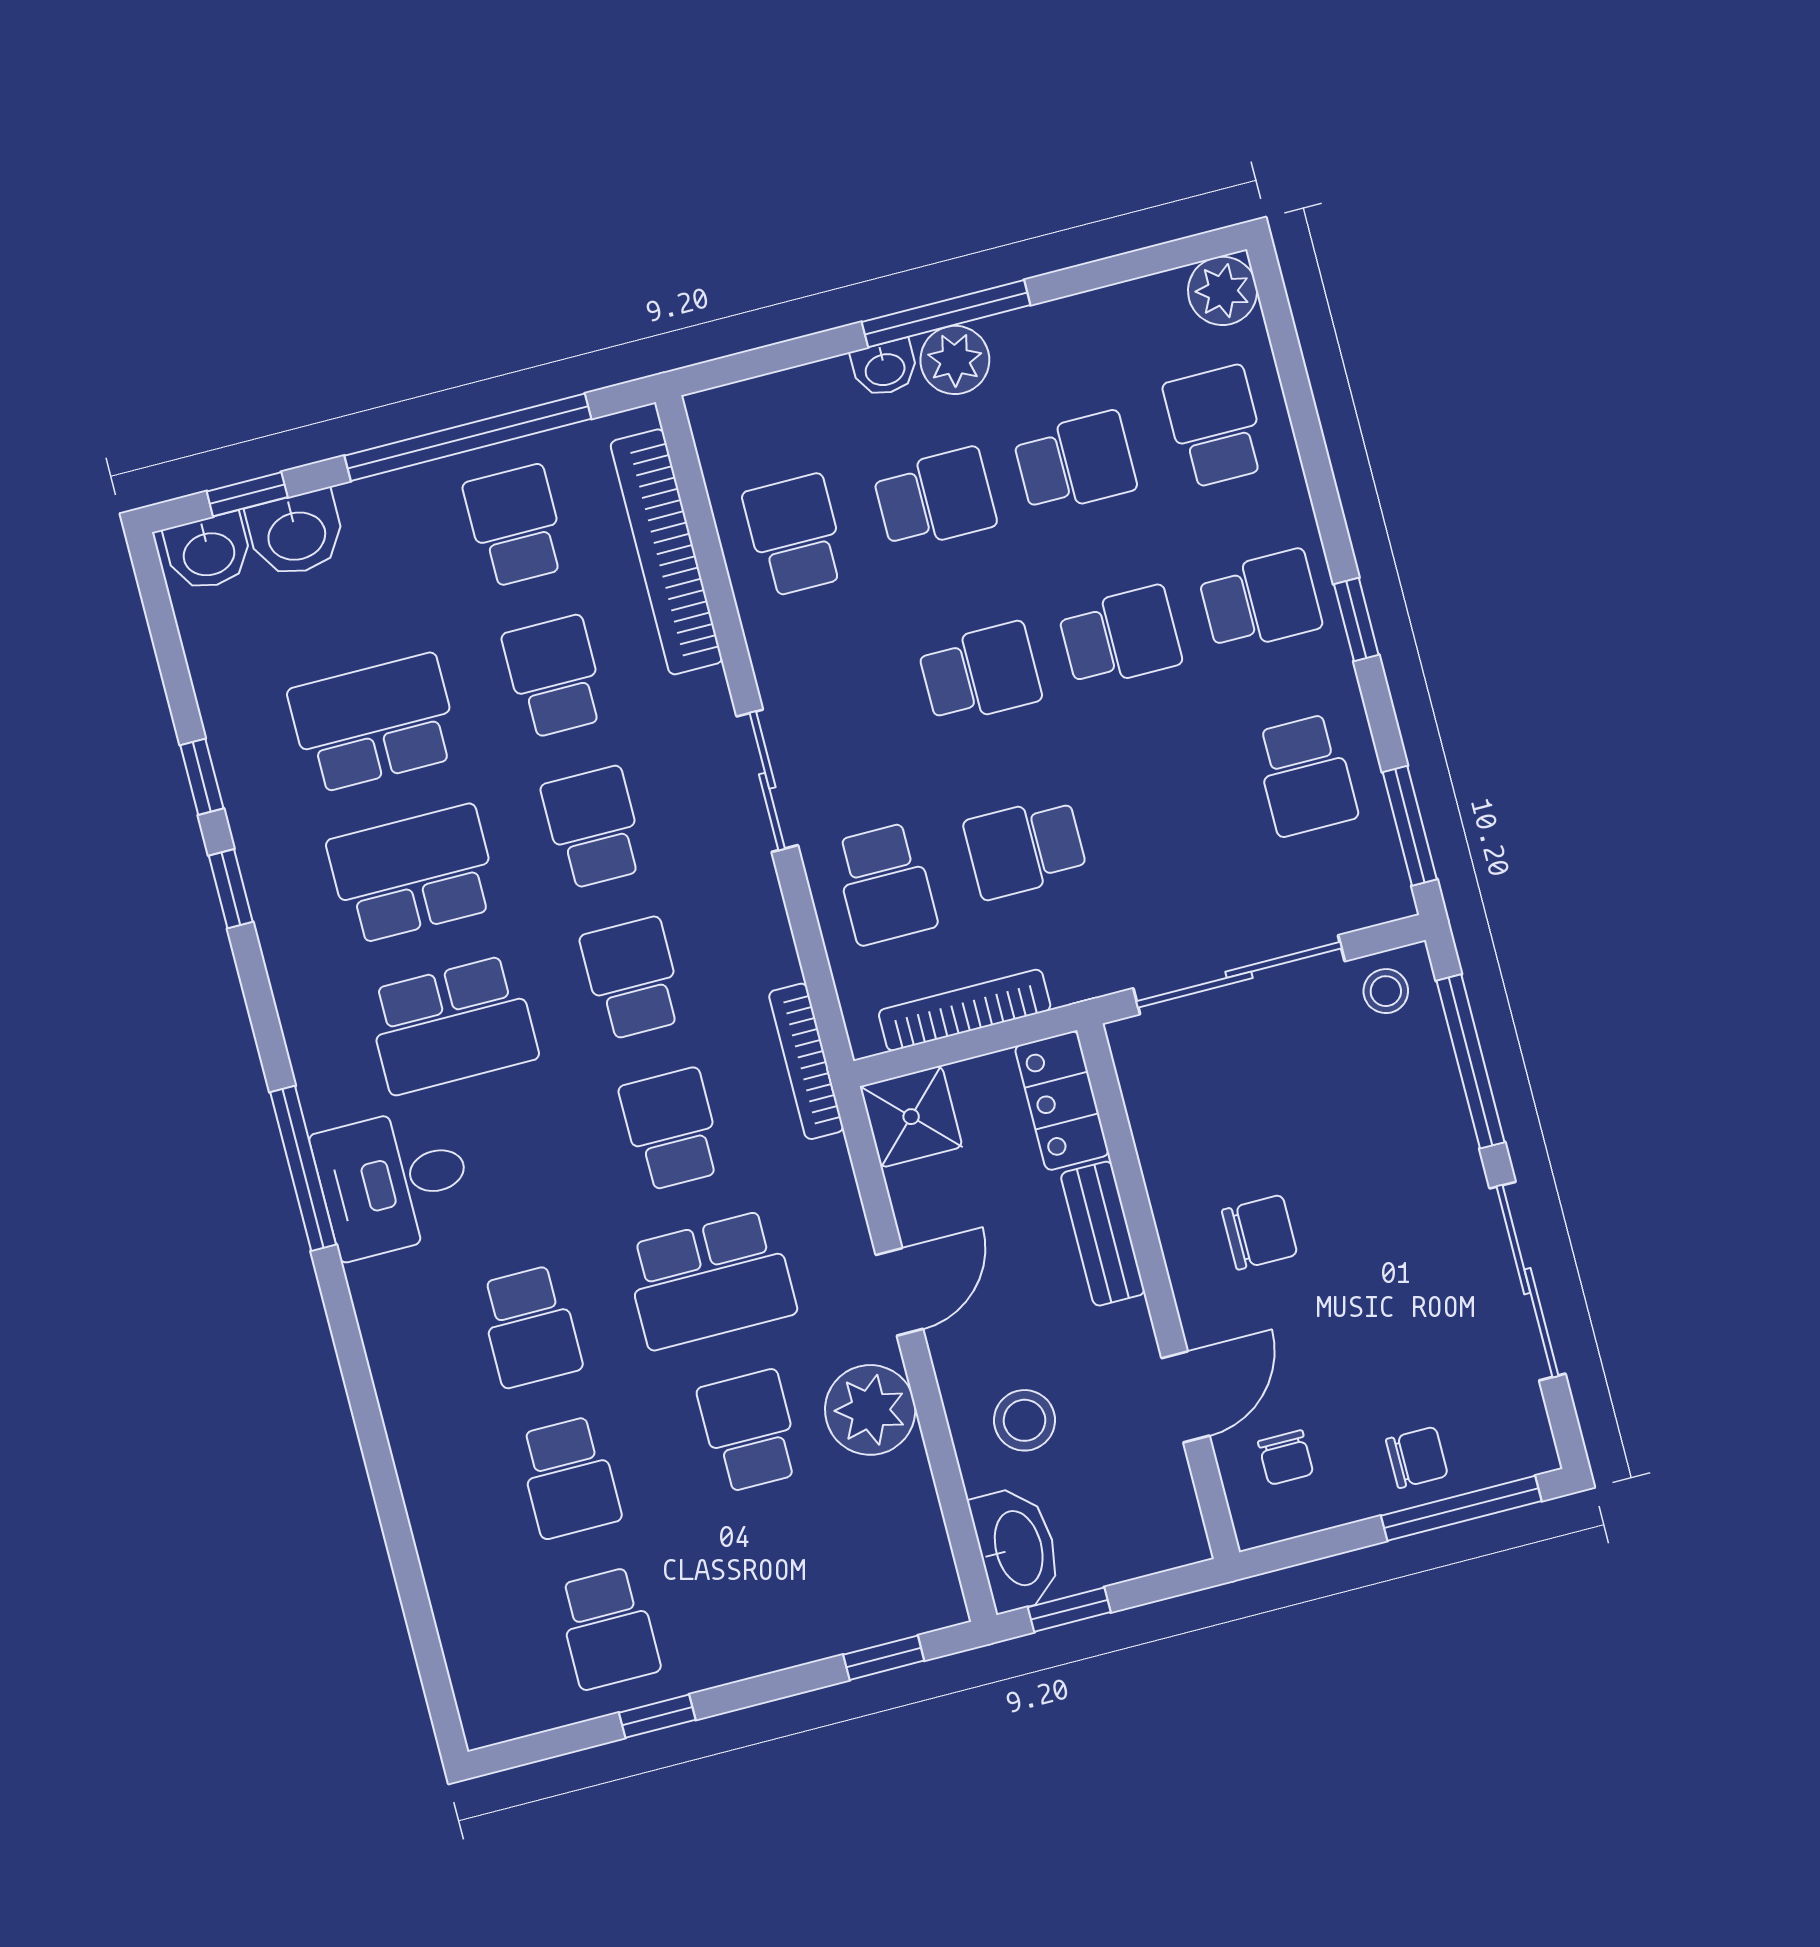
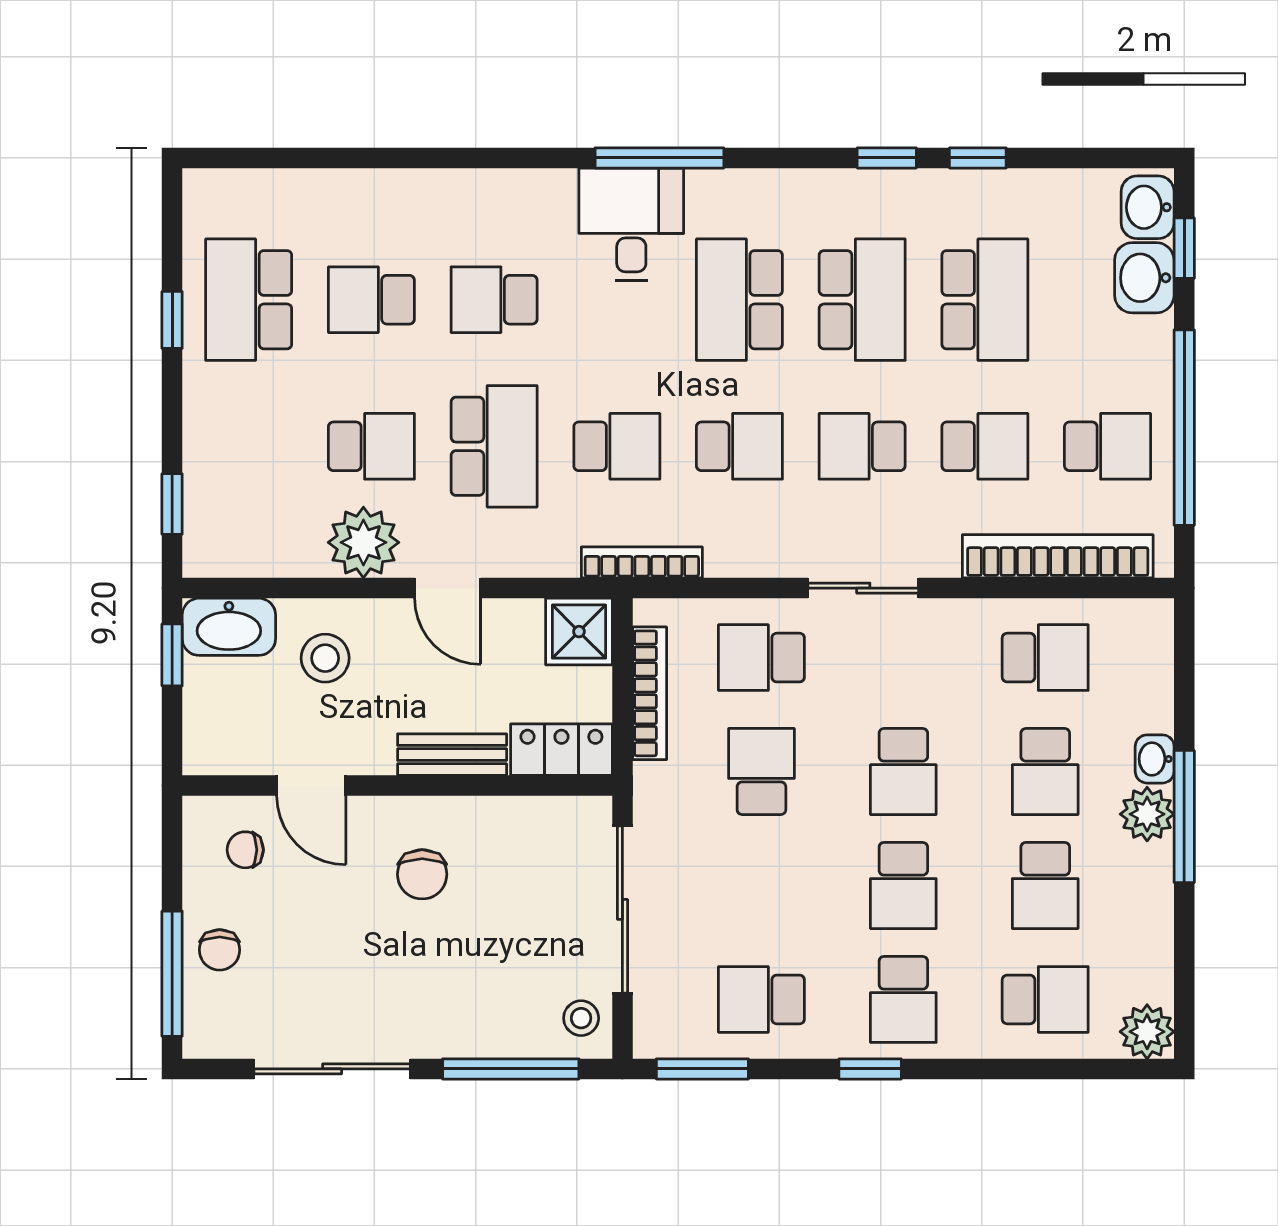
school desk: (593, 827) -> (862, 446), turned 180
school desk: (710, 1280) -> (494, 446), turned 180
school desk: (608, 1628) -> (249, 300), width x1.85

